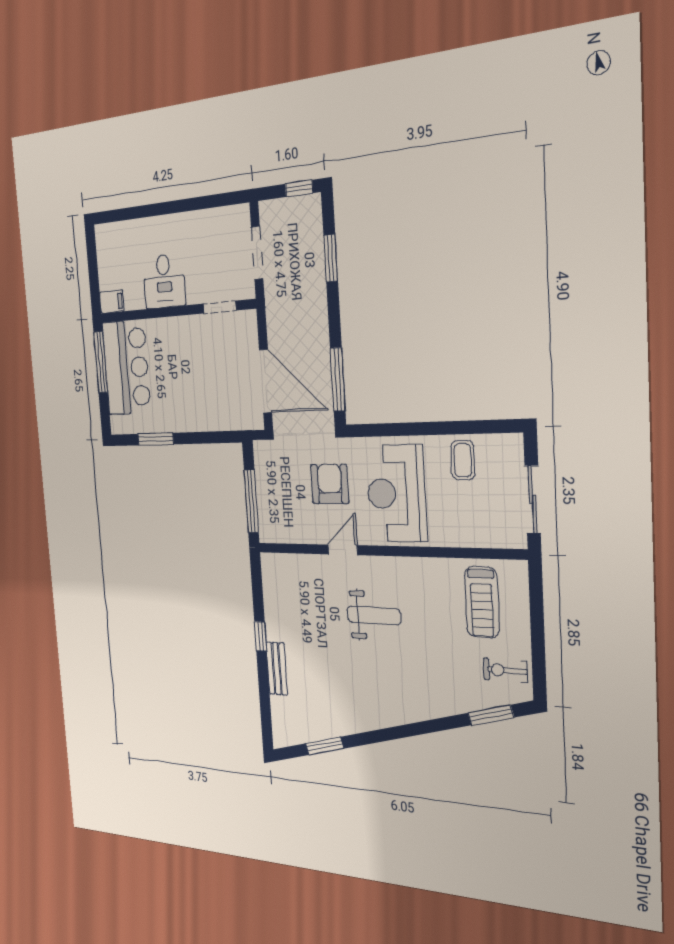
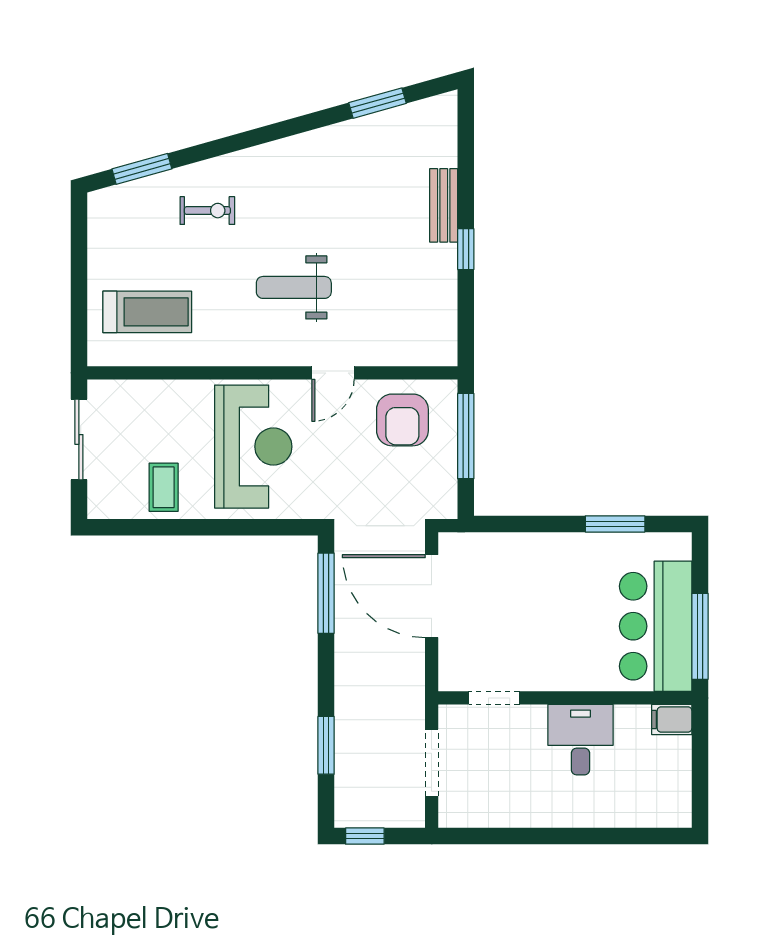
armchair: (330, 484) -> (402, 420), moved
treadmill: (482, 602) -> (147, 312), turned 90
exercise bike: (505, 670) -> (207, 211), moved

